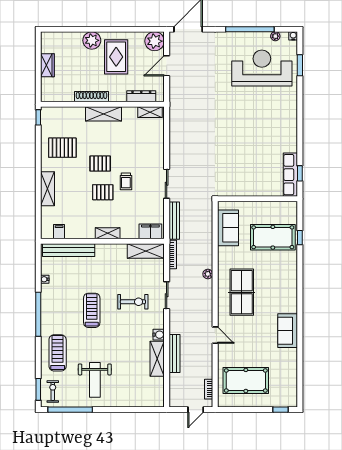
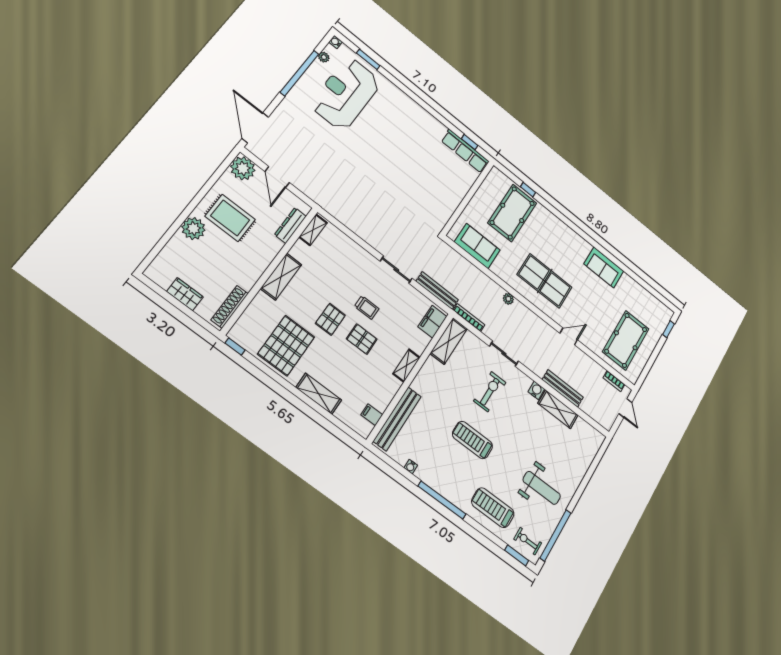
shoe rack: (91, 97) -> (230, 307), moved
pallet: (62, 148) -> (286, 346), width x1.37, depth x1.41
pallet: (103, 192) -> (362, 339), turned 90

